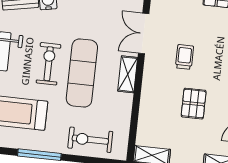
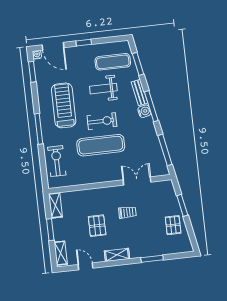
shelving: (128, 74) -> (107, 176), removed
pallet: (194, 104) -> (97, 226), turned 90

